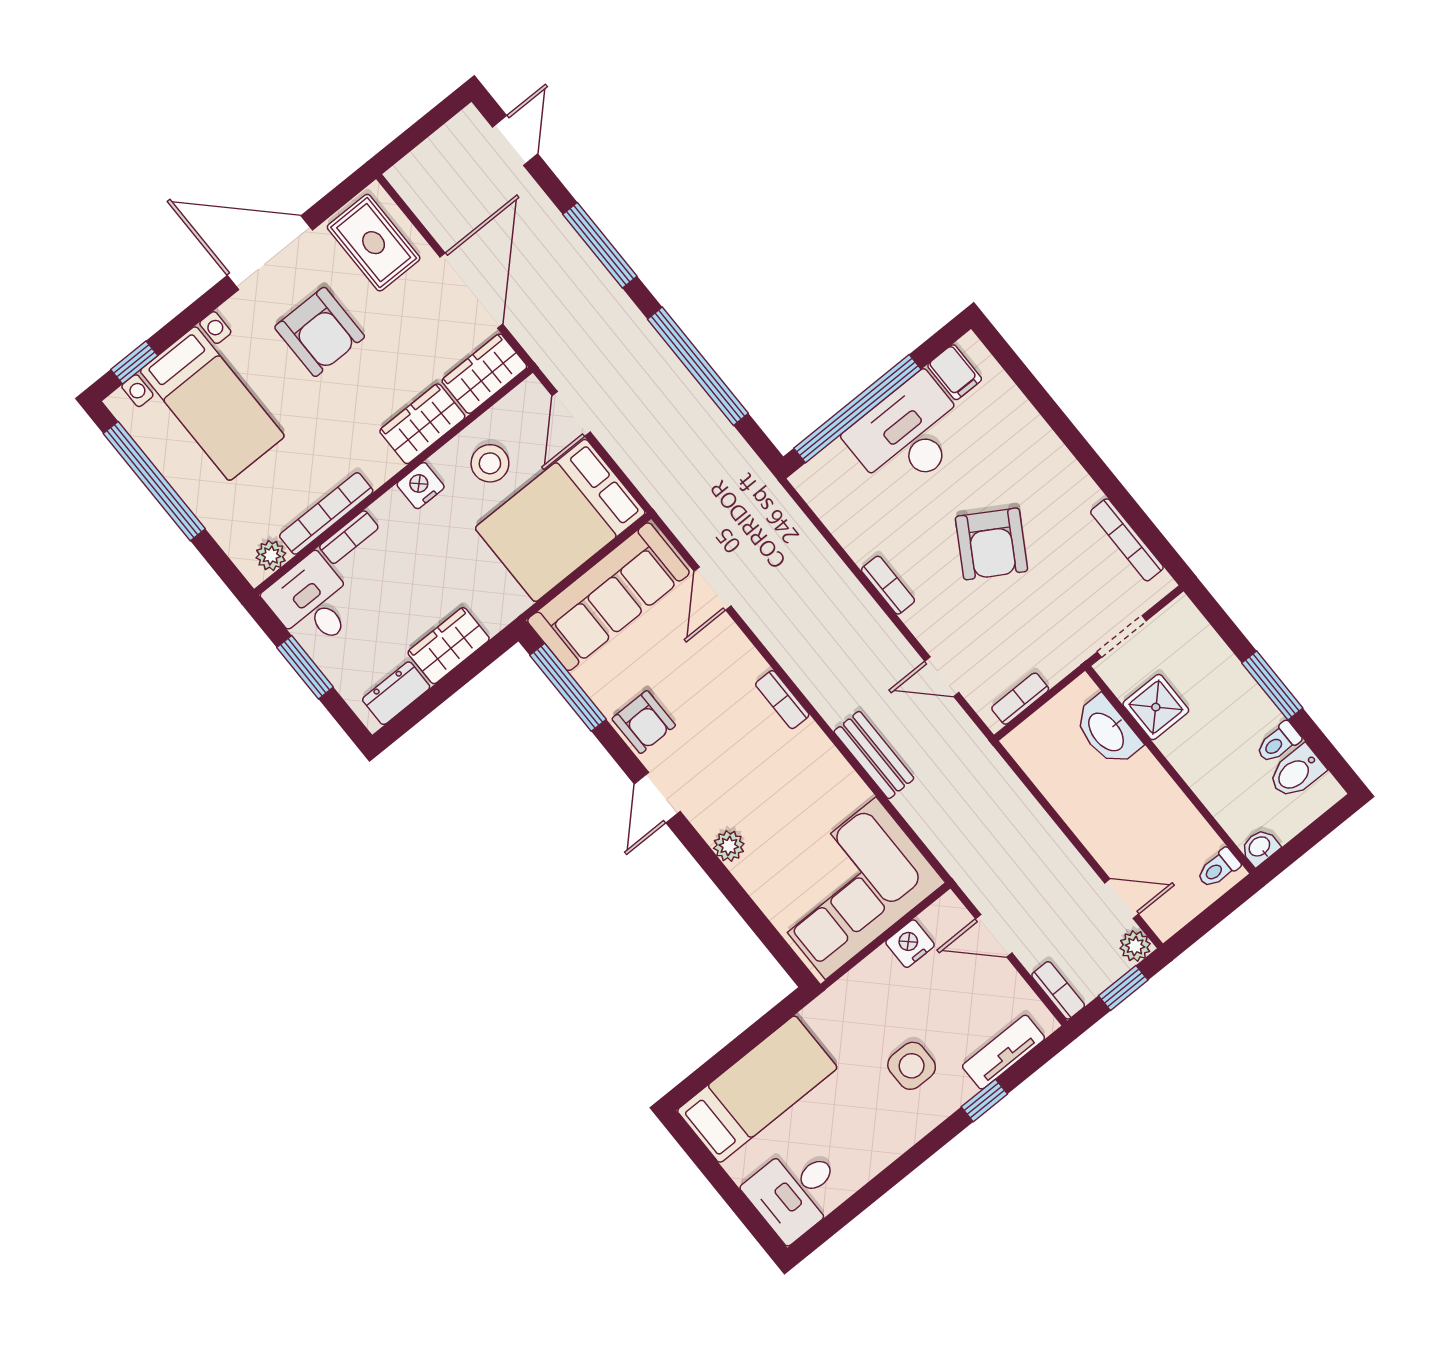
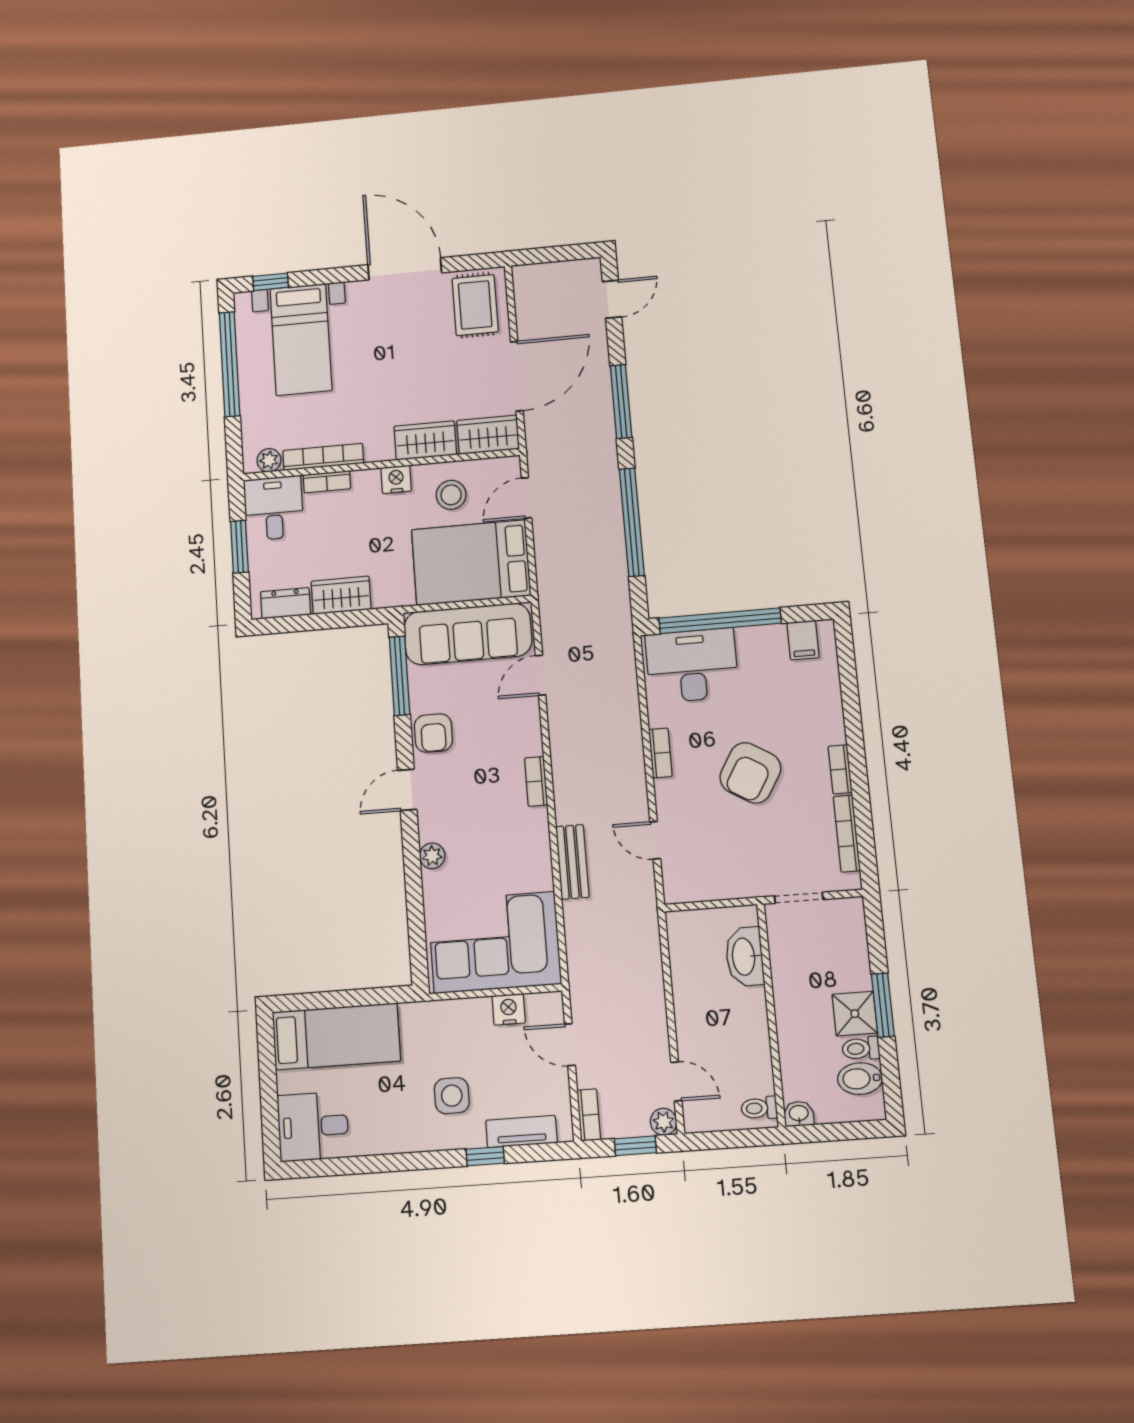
armchair: (320, 332) -> (401, 339), removed
desk: (909, 435) -> (692, 666), moved
bookcase: (1020, 699) -> (840, 769), moved, turned -90
shower: (1156, 707) -> (855, 1014), moved

